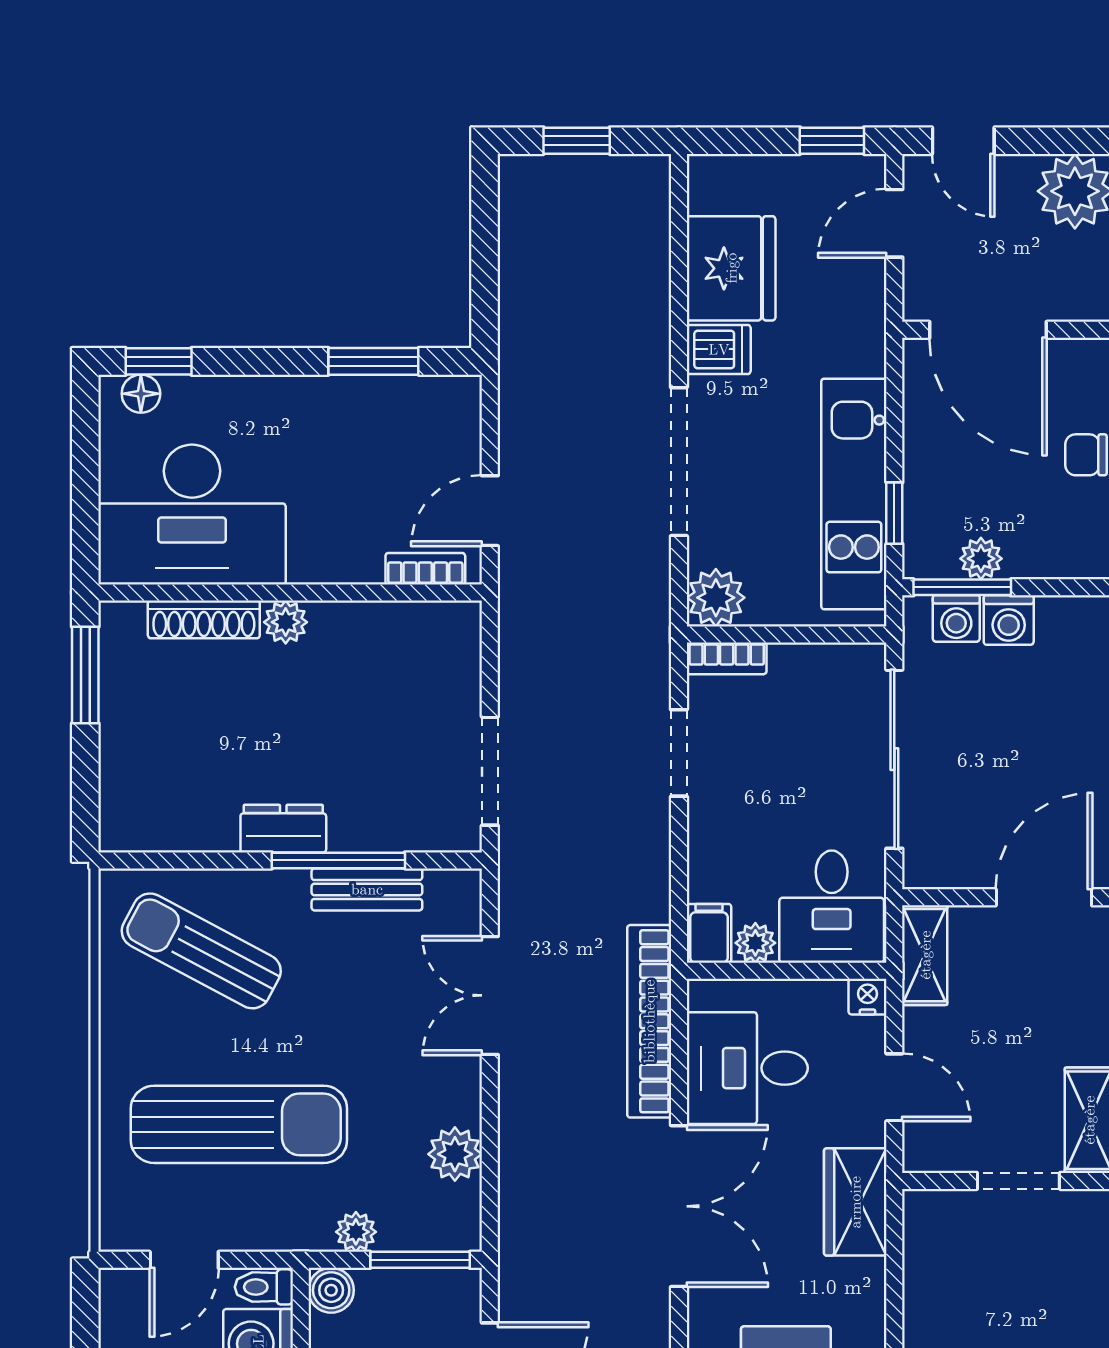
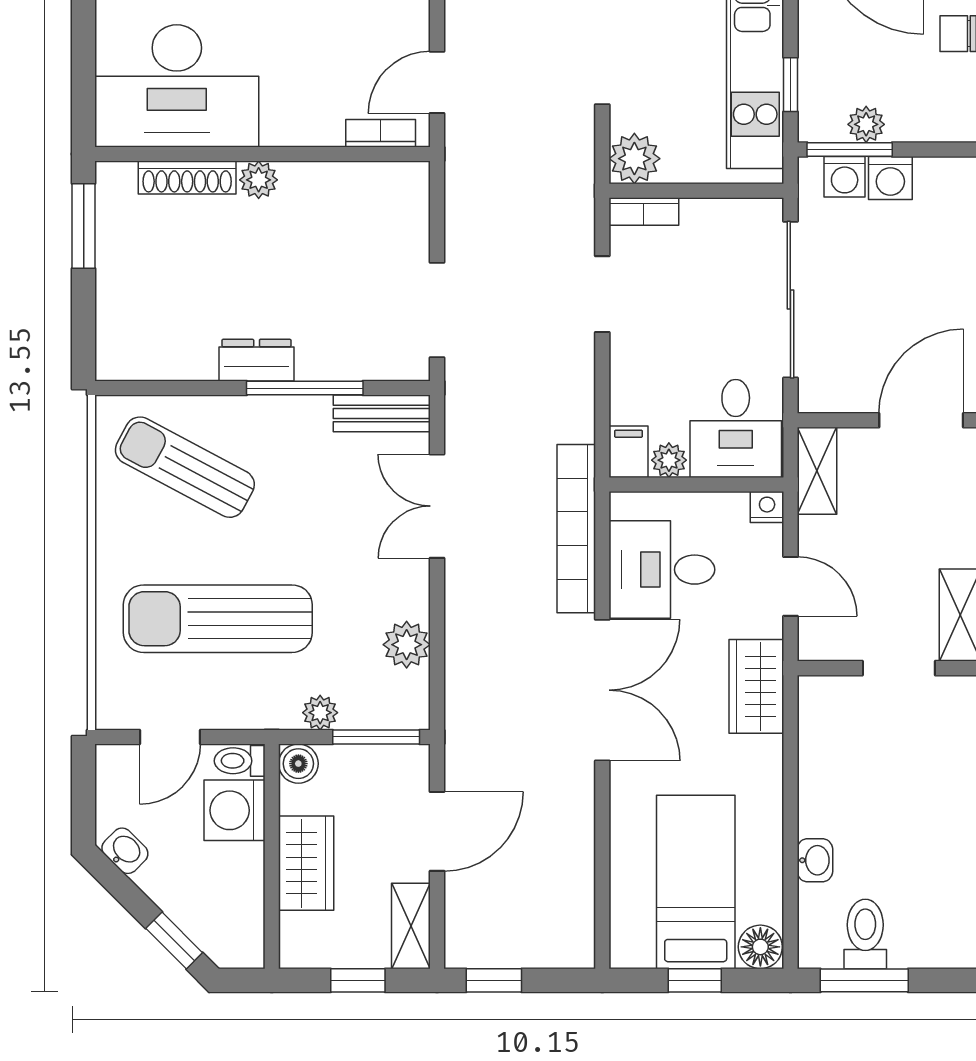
bench: (367, 889) -> (382, 413), moved
sun lounger: (239, 1124) -> (218, 619), turned 180

